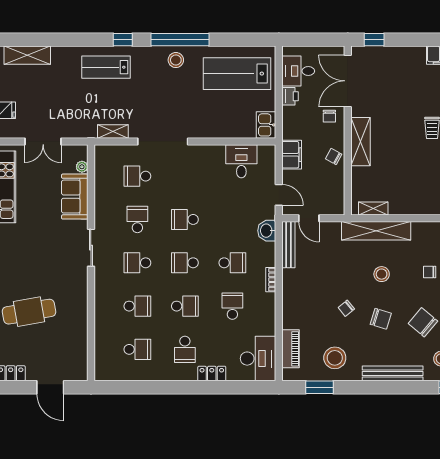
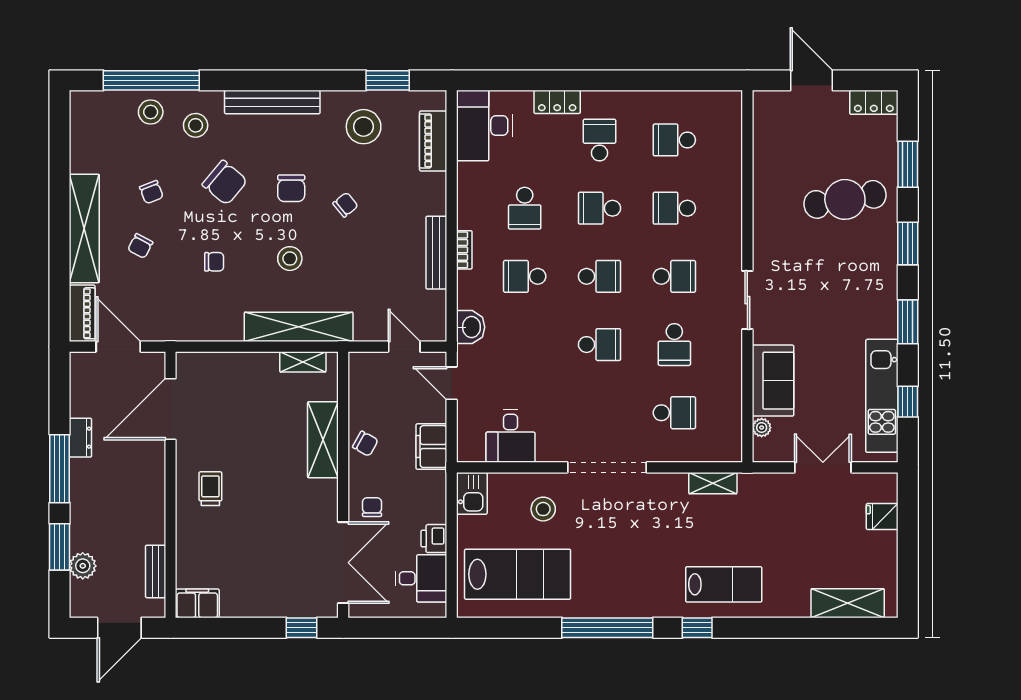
stool: (176, 60) -> (543, 509), moved
doorway: (163, 141) -> (607, 467), moved
shelving: (361, 142) -> (323, 440), moved
bench: (288, 245) -> (436, 253), moved
chair: (381, 319) -> (291, 188), turned -107

